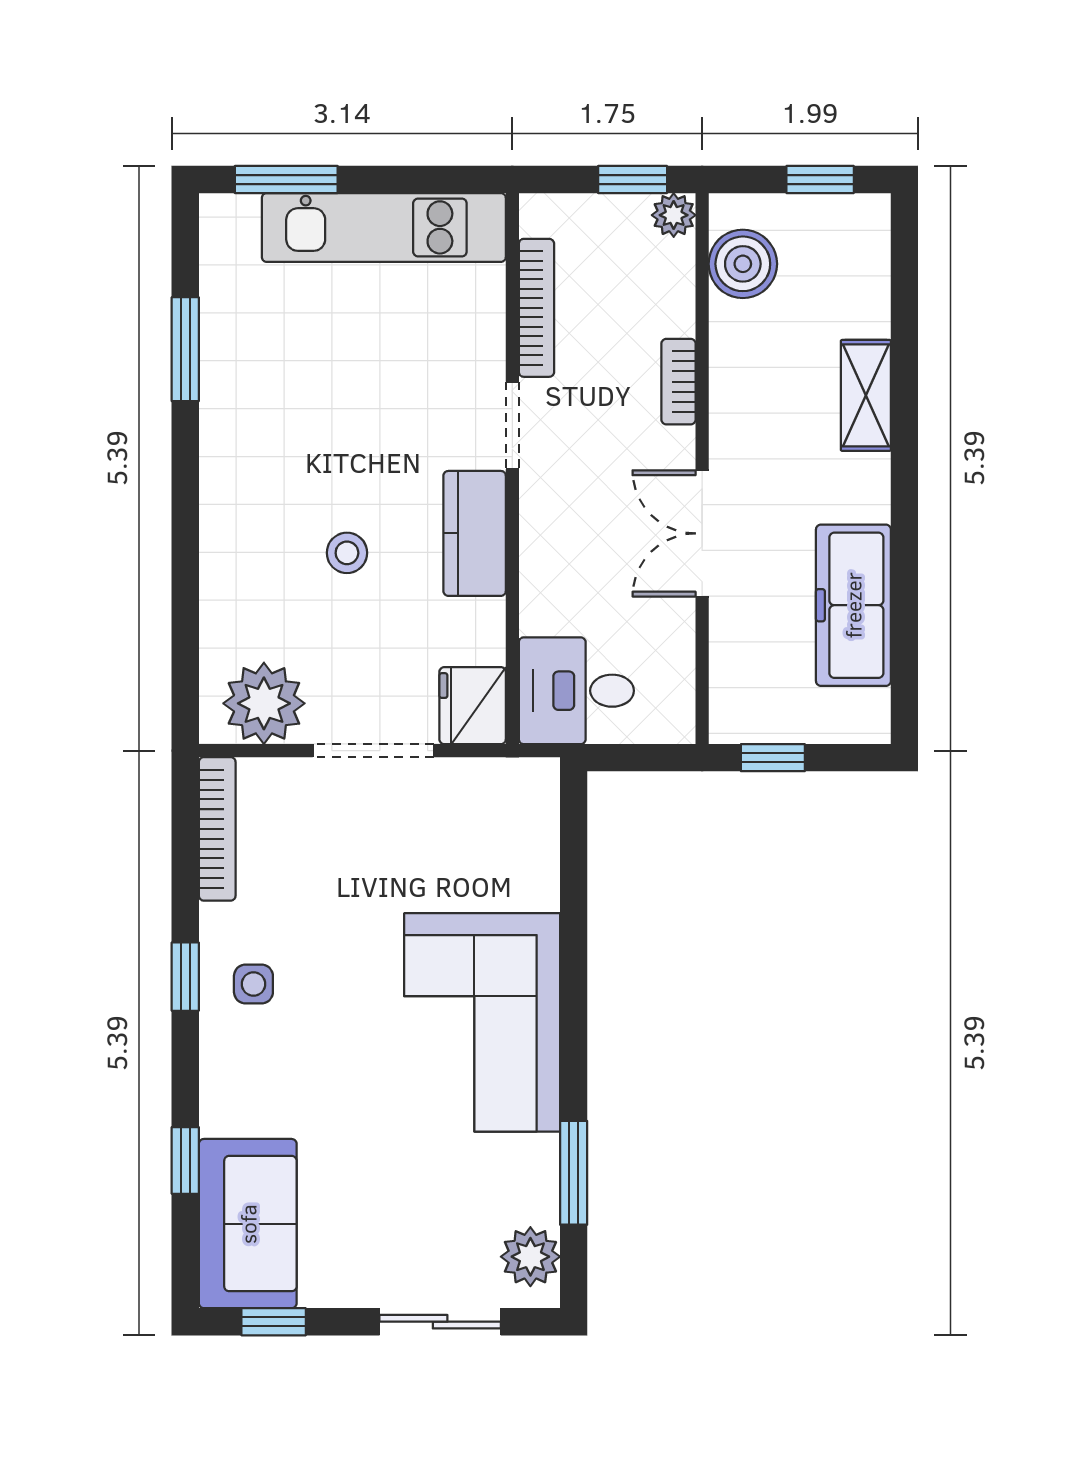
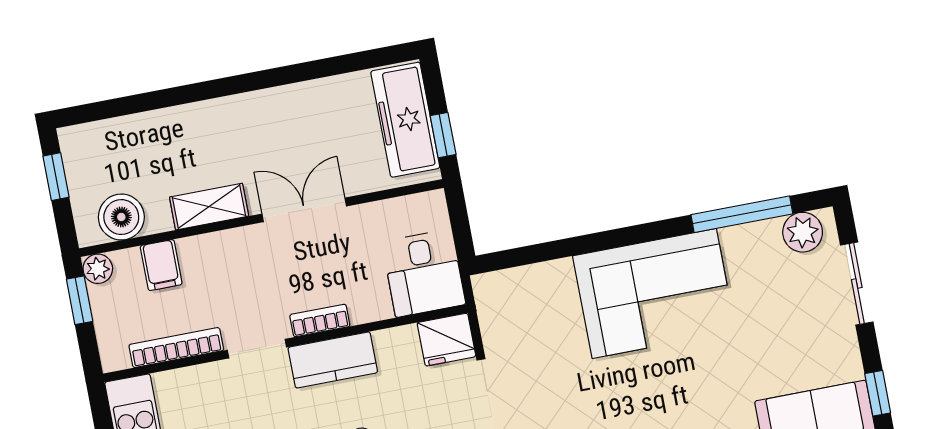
filing cabinet: (661, 309) -> (161, 265), added
bookcase: (678, 382) -> (320, 321), moved, turned 180
shelving: (866, 395) -> (209, 207), moved
double door: (702, 533) -> (304, 210), swing flipped
freezer: (853, 605) -> (405, 120), moved, turned 90
window: (574, 1173) -> (742, 214), width x1.44

